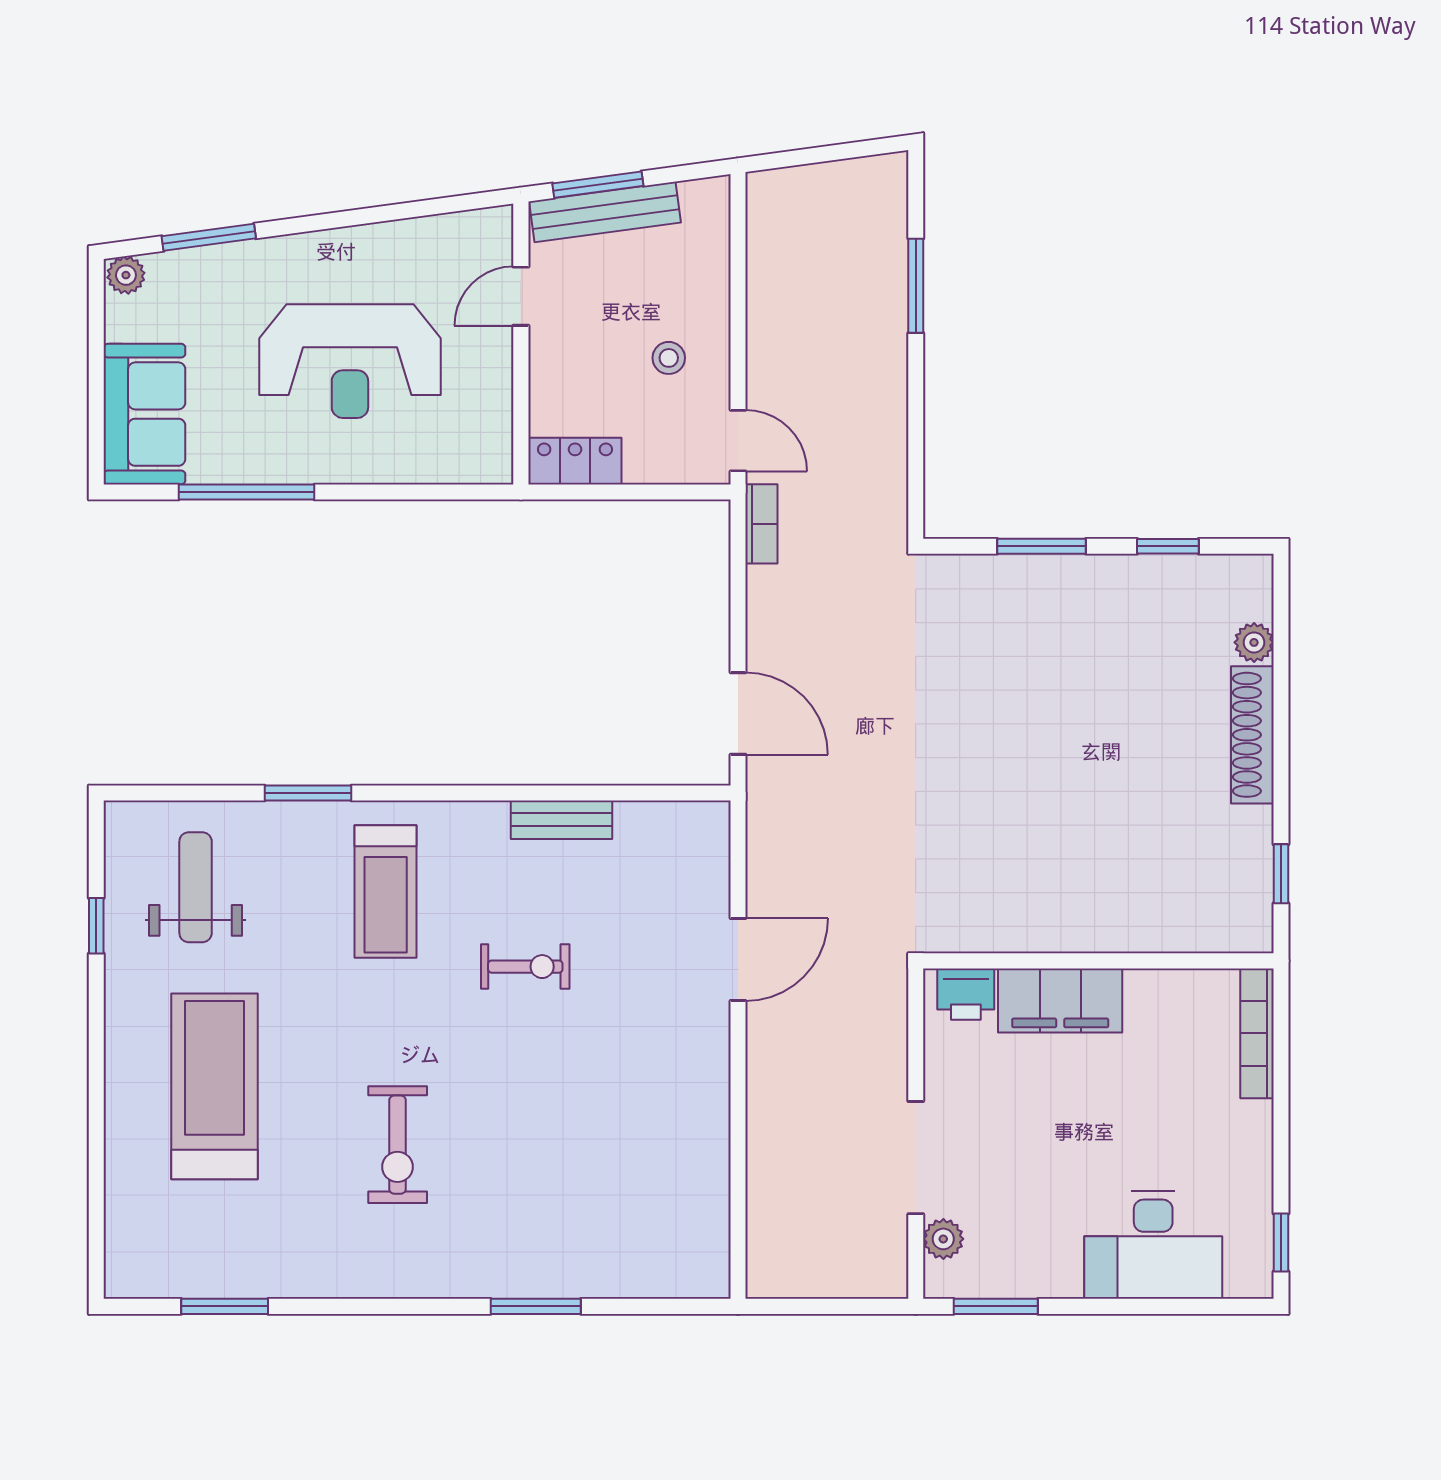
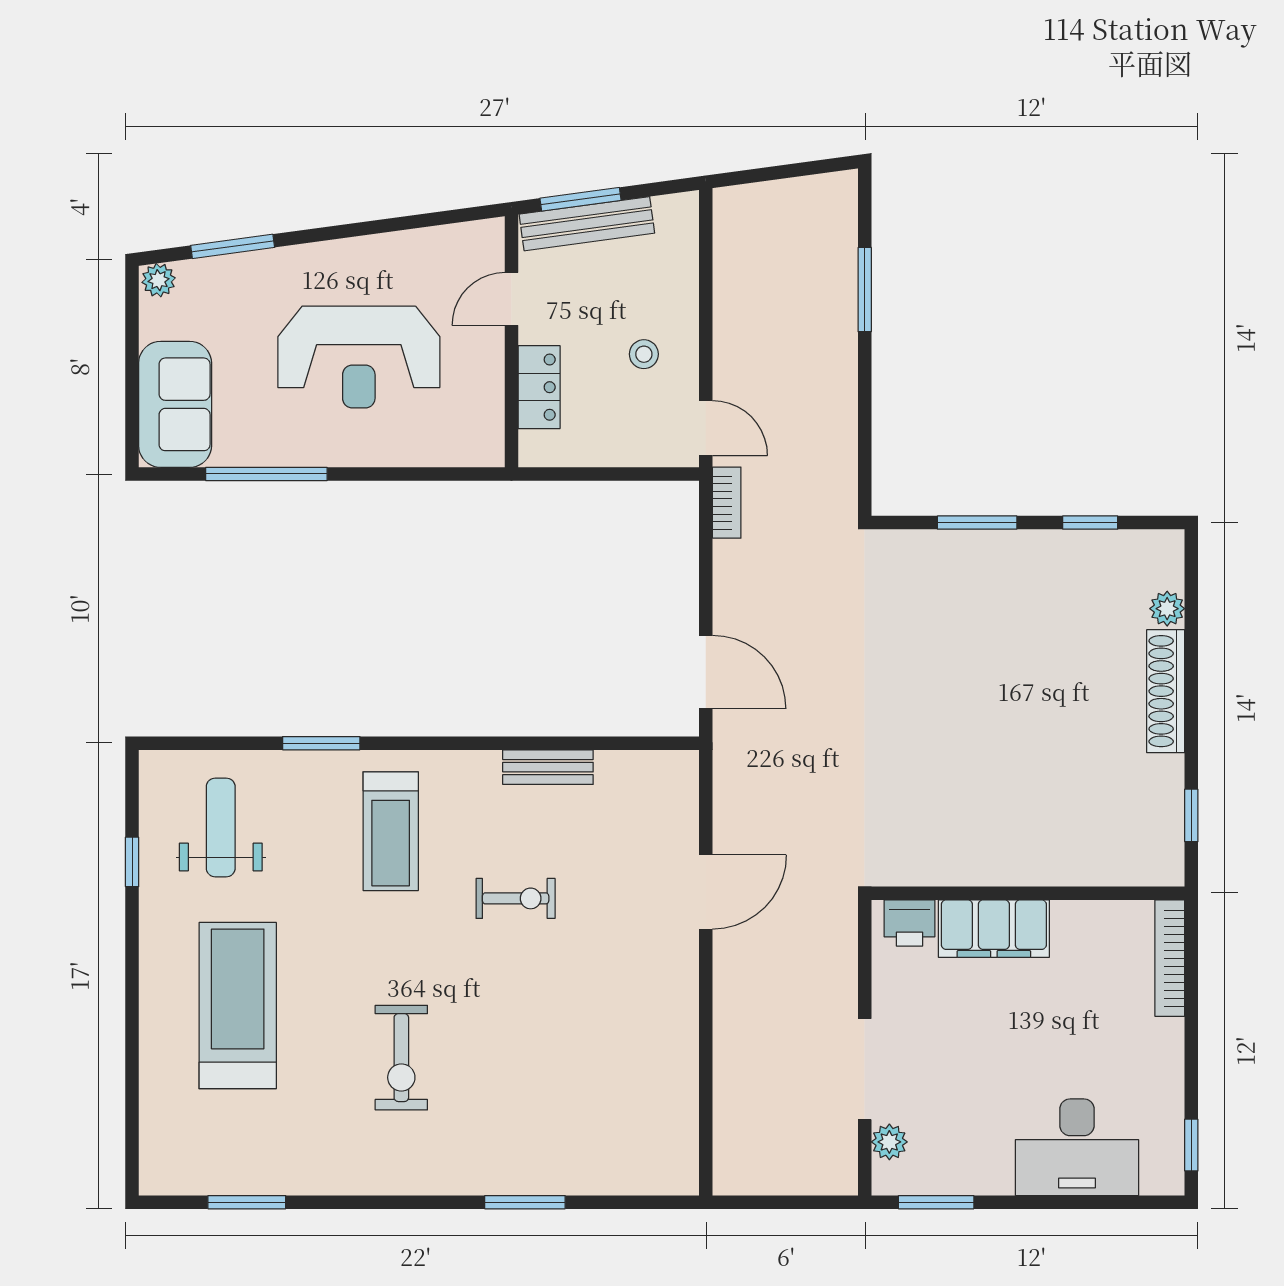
locker: (575, 461) -> (539, 387), moved, turned 90

